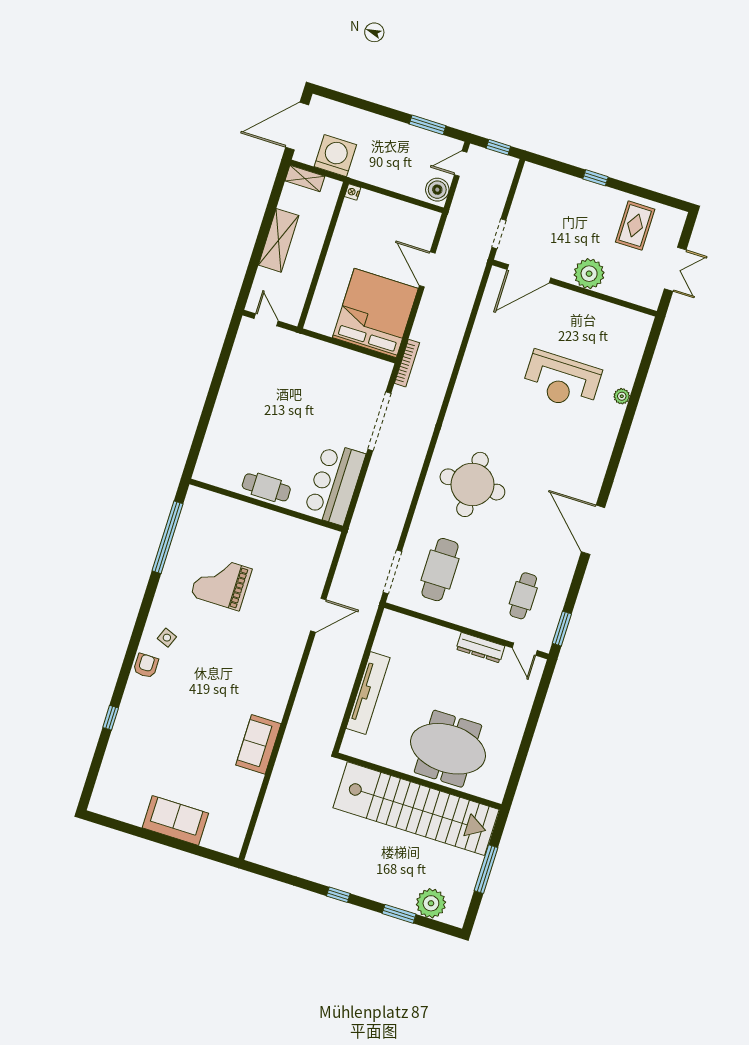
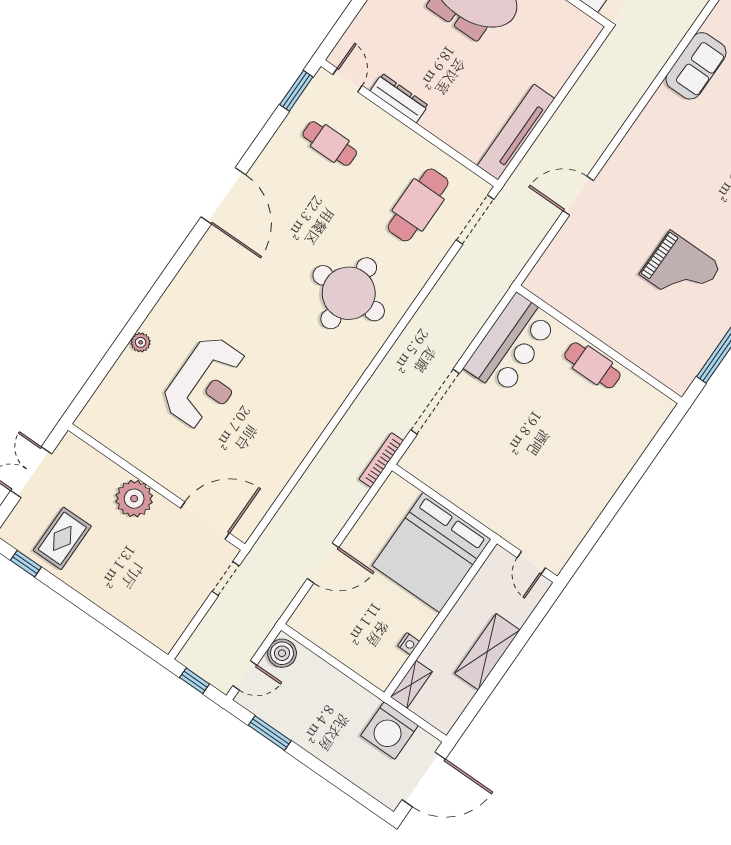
shelving: (305, 178) -> (411, 684), moved, turned 90
window: (596, 178) -> (26, 564), moved
nightstand: (353, 192) -> (409, 644), moved
door: (427, 269) -> (323, 563), hinge flipped
bed: (375, 313) -> (432, 552), moved
reception desk: (562, 381) -> (205, 383), turned 90
cafe table: (523, 596) -> (330, 143), turned 90
tv unit: (368, 693) -> (516, 132), moved

